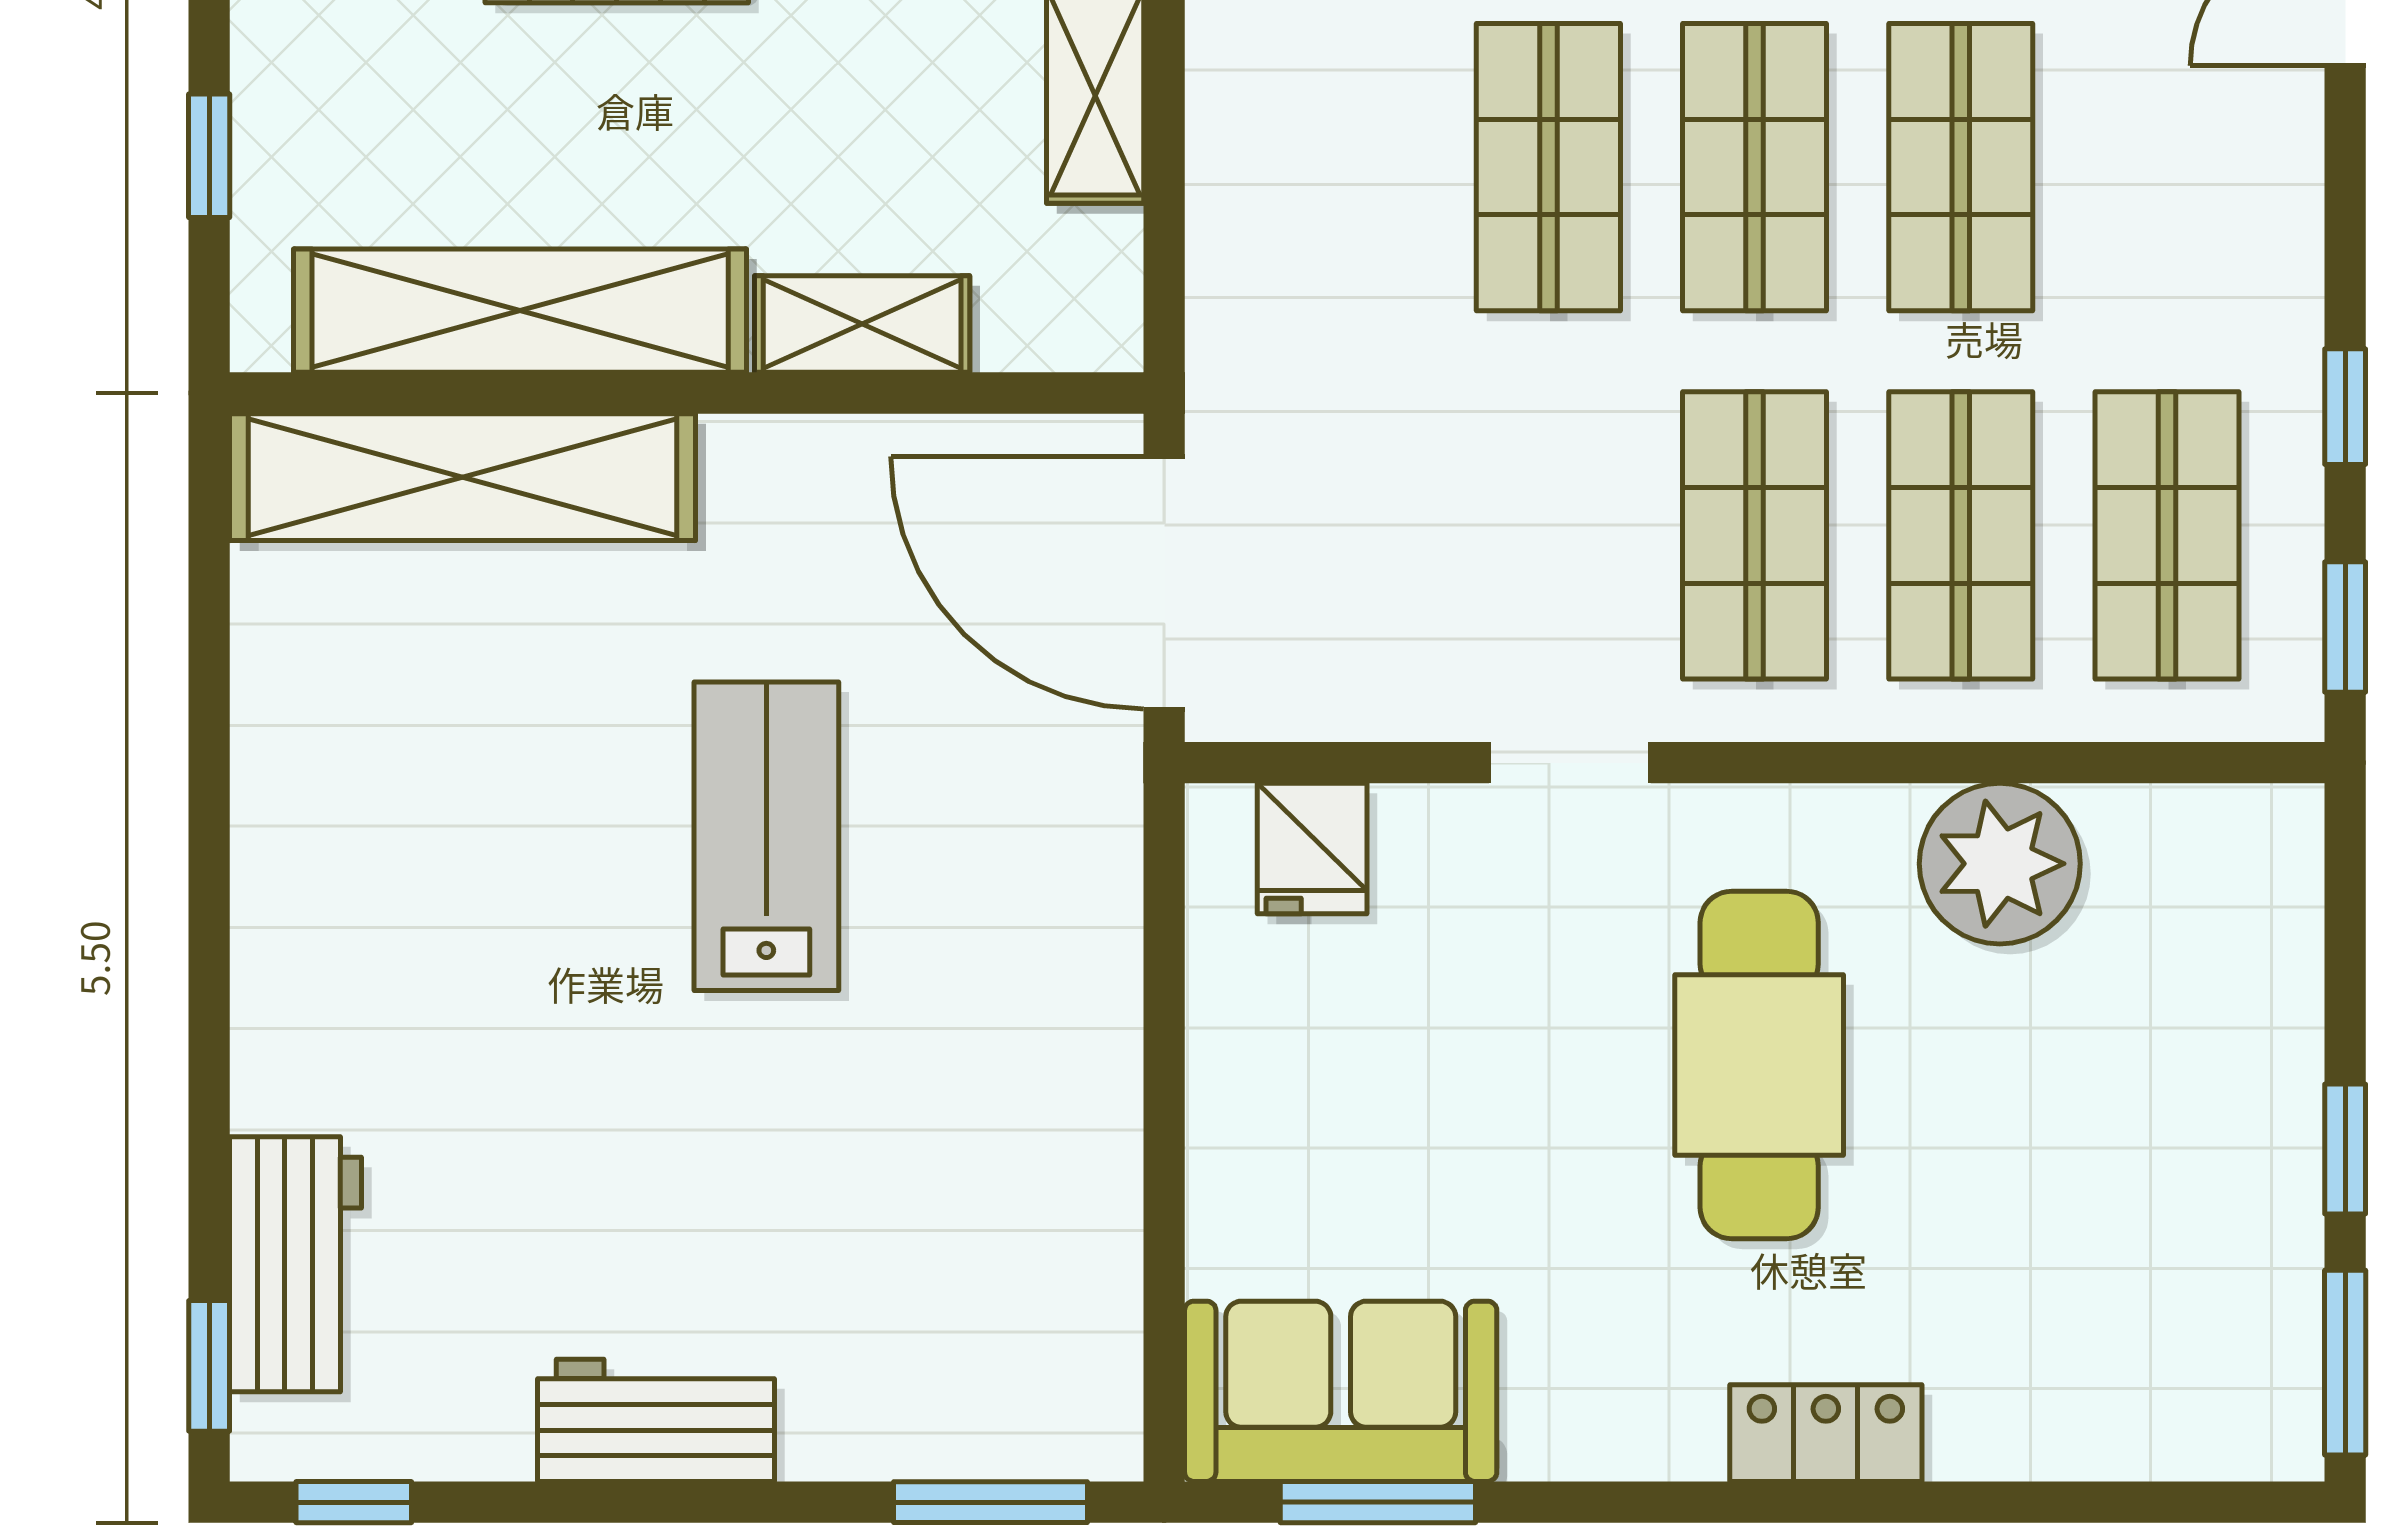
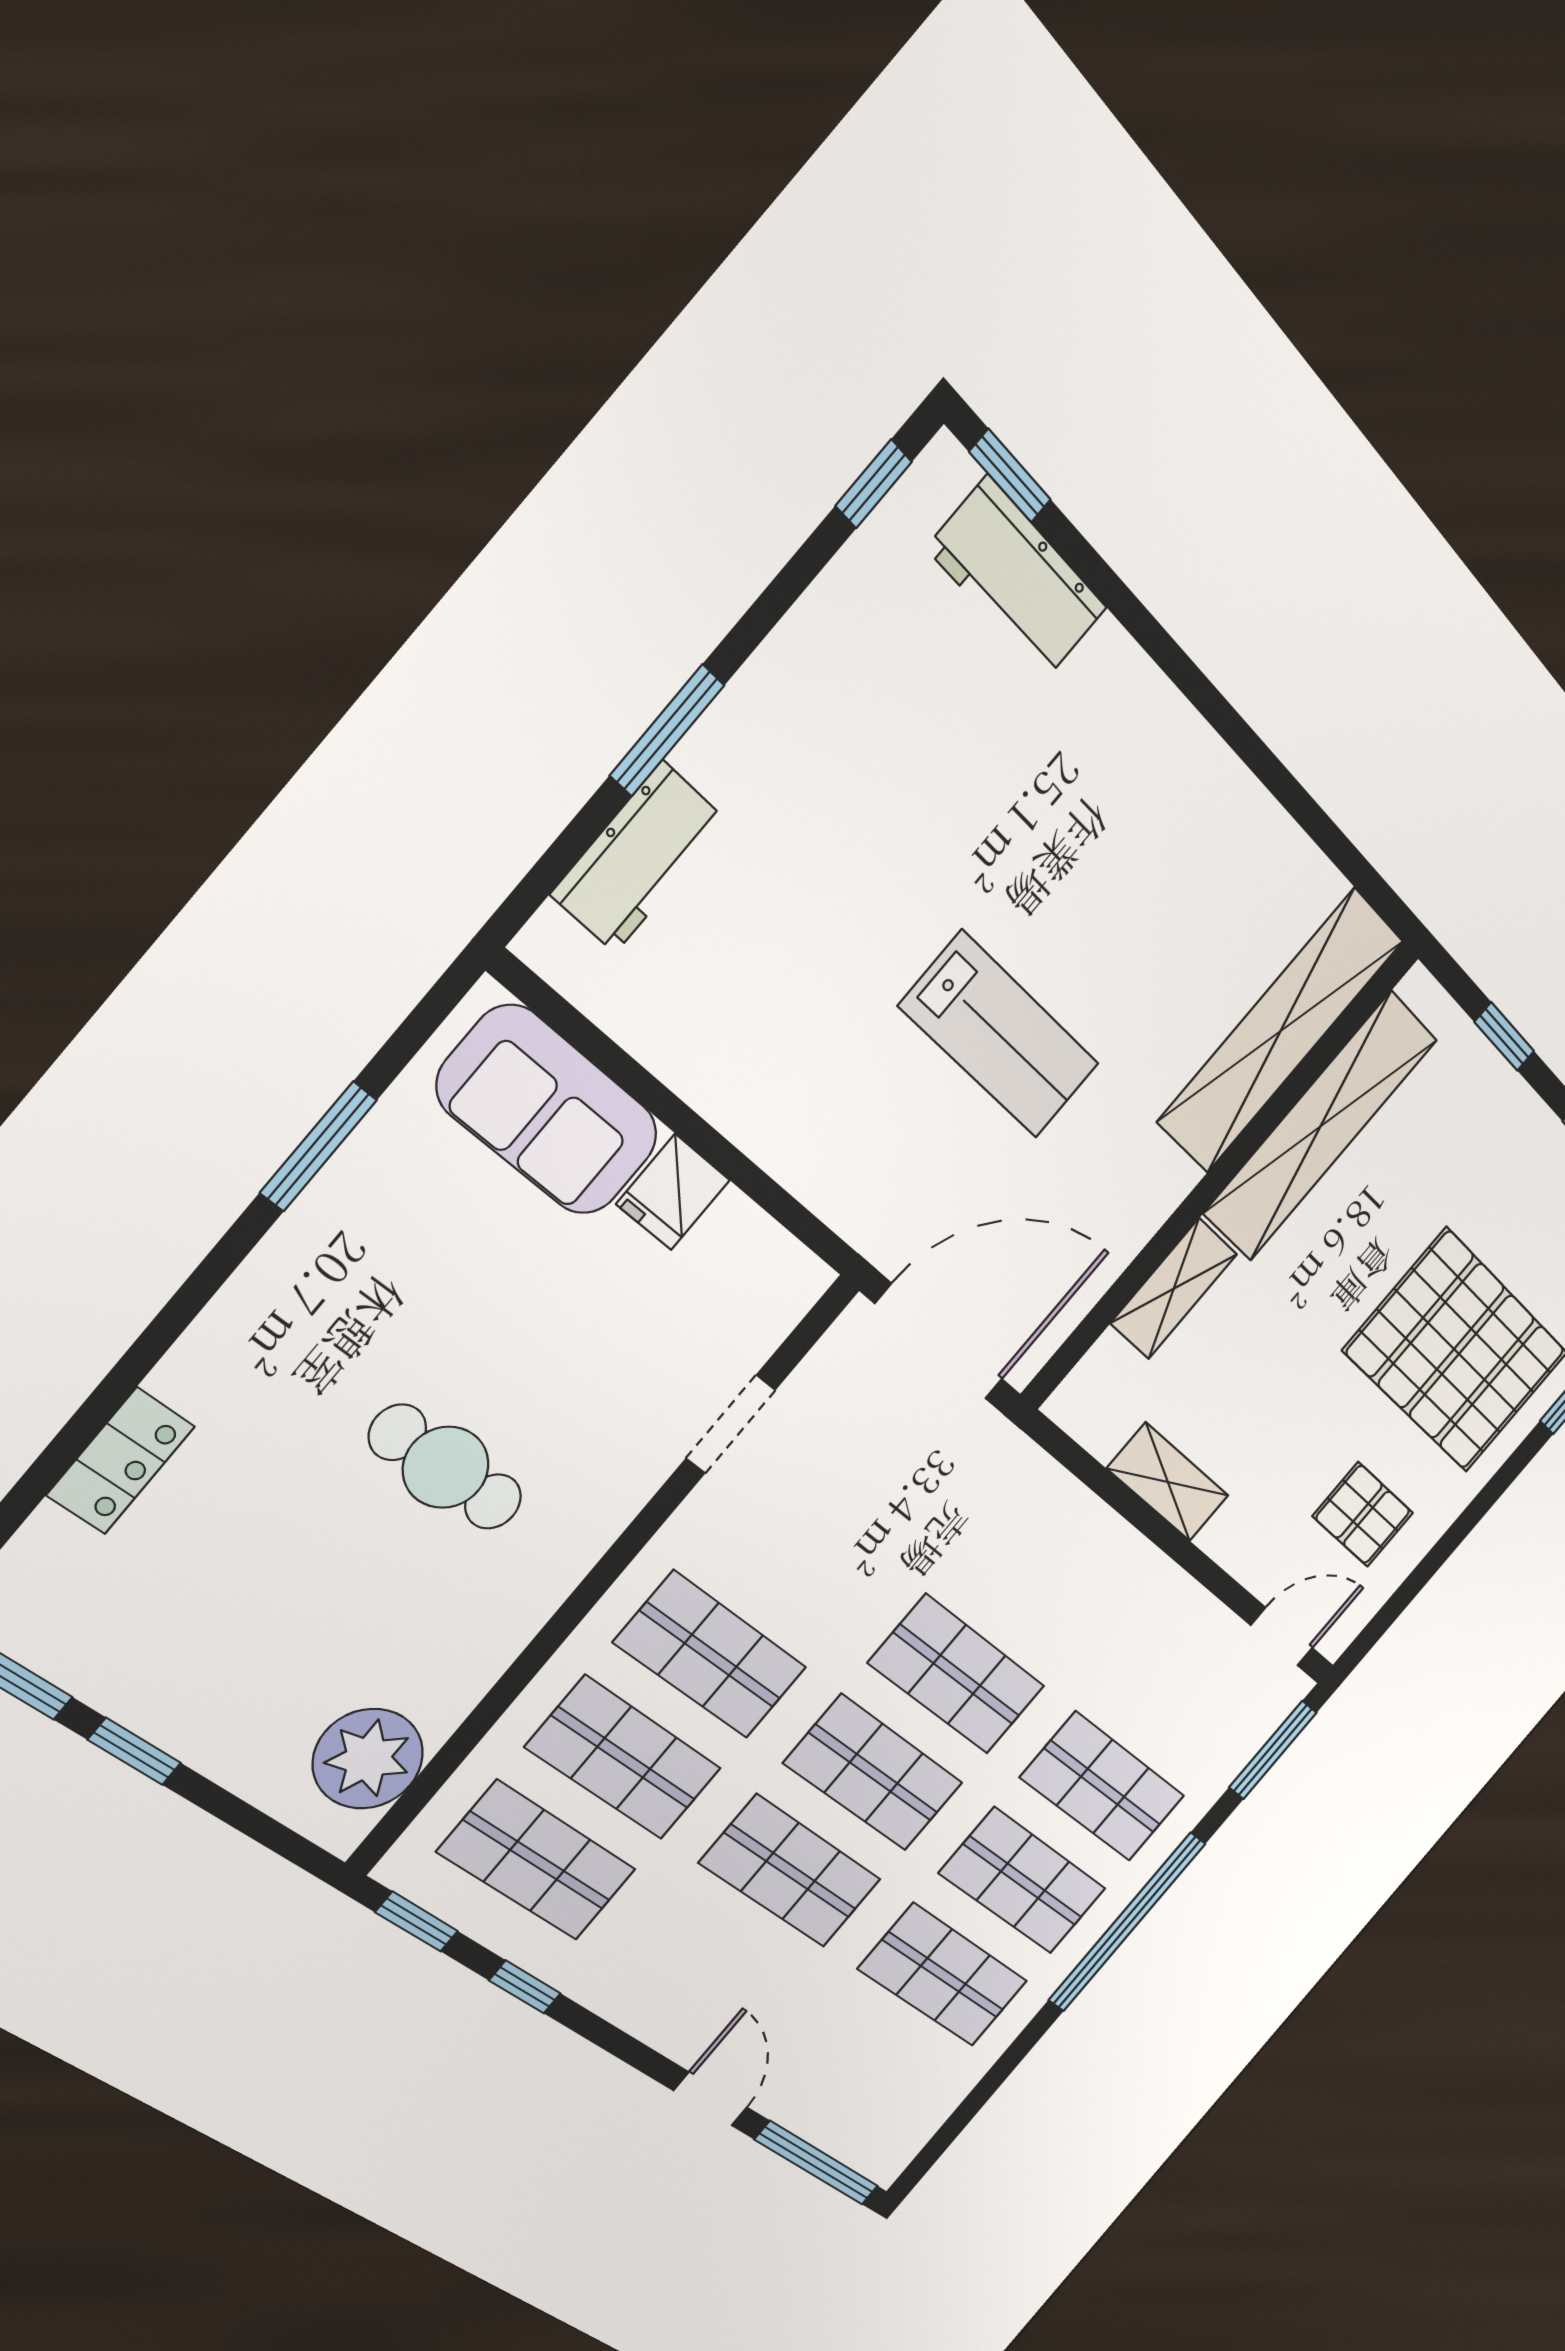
doorway: (1570, 763) -> (731, 1424), moved
fridge: (1312, 849) -> (673, 1192), moved, turned -90
plant: (2000, 864) -> (368, 1759), moved
cafe table: (1759, 1065) -> (446, 1467), width x0.73, depth x0.74
sofa: (1341, 1391) -> (548, 1111), moved, turned 90
workbench: (656, 1420) -> (639, 857), moved
locker: (1826, 1433) -> (121, 1461), moved
window: (990, 1502) -> (667, 730), moved
window: (1378, 1502) -> (318, 1146), moved

